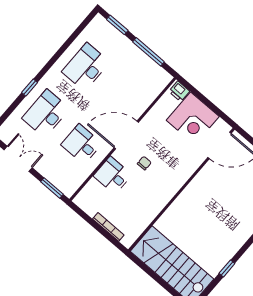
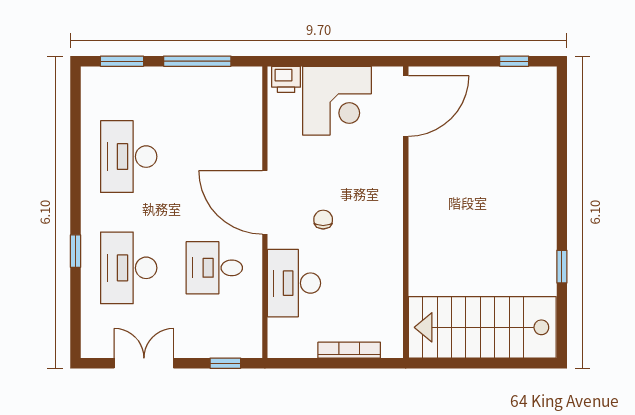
door: (126, 135) -> (265, 202), hinge flipped
desk: (113, 175) -> (294, 283), width x1.37
window: (52, 188) -> (225, 363), width x0.67

